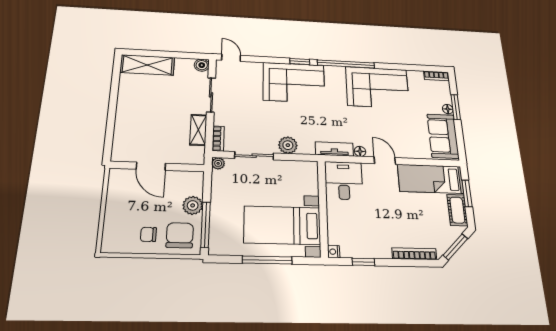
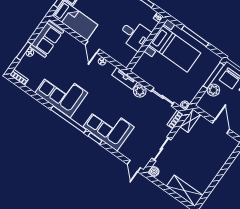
shelving: (198, 130) -> (190, 121), moved
tv unit: (334, 149) -> (125, 79), moved
desk: (344, 181) -> (134, 35), moved, turned -90

